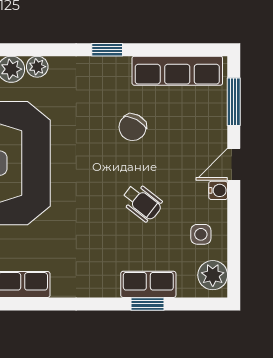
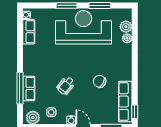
window: (107, 50) -> (135, 112), moved
window: (147, 304) -> (20, 88), width x2.17

